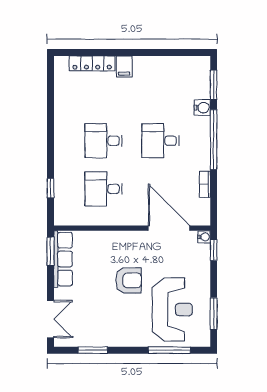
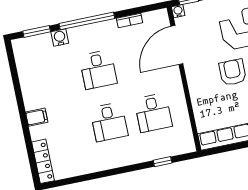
locker: (92, 63) -> (43, 161), moved
window: (50, 251) -> (221, 150), removed

